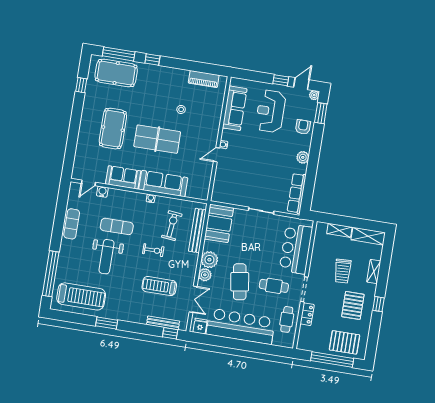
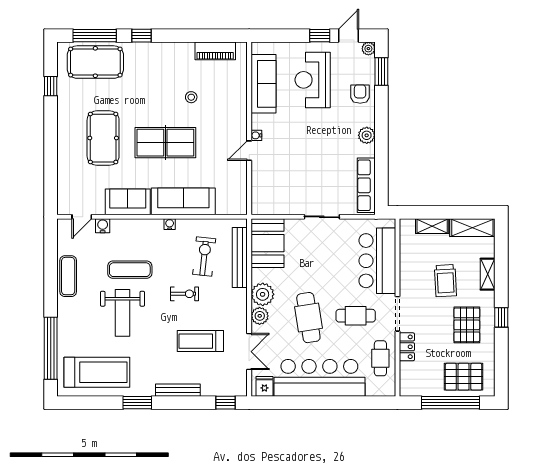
bench: (163, 323) -> (178, 390), moved

